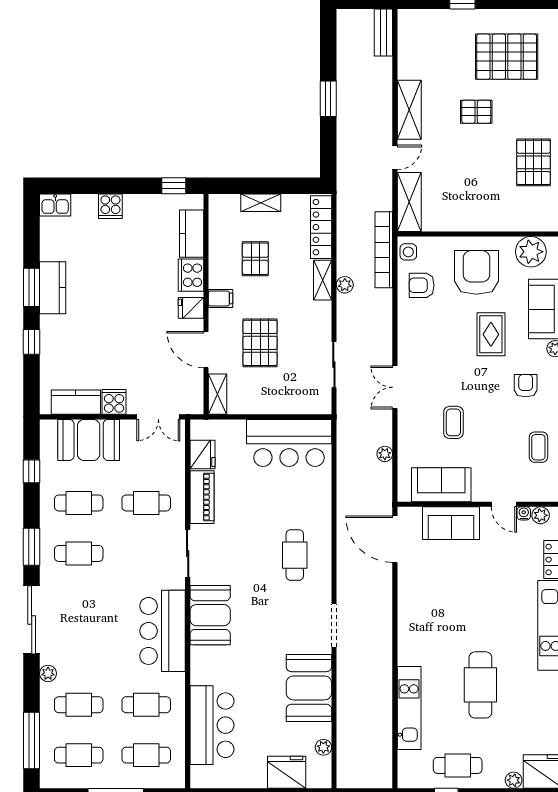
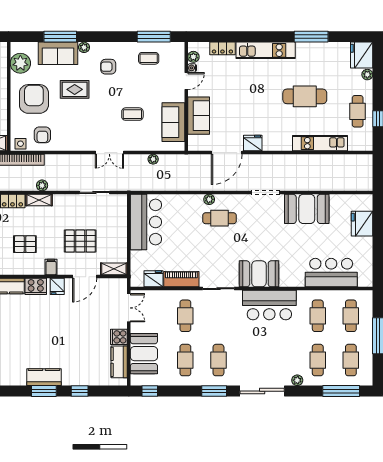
armchair: (476, 272) -> (34, 99), turned 90
window: (32, 471) -> (150, 391), moved
door: (395, 539) -> (227, 152), moved
fridge: (409, 606) -> (253, 143), added
plant: (323, 747) -> (209, 199), moved

